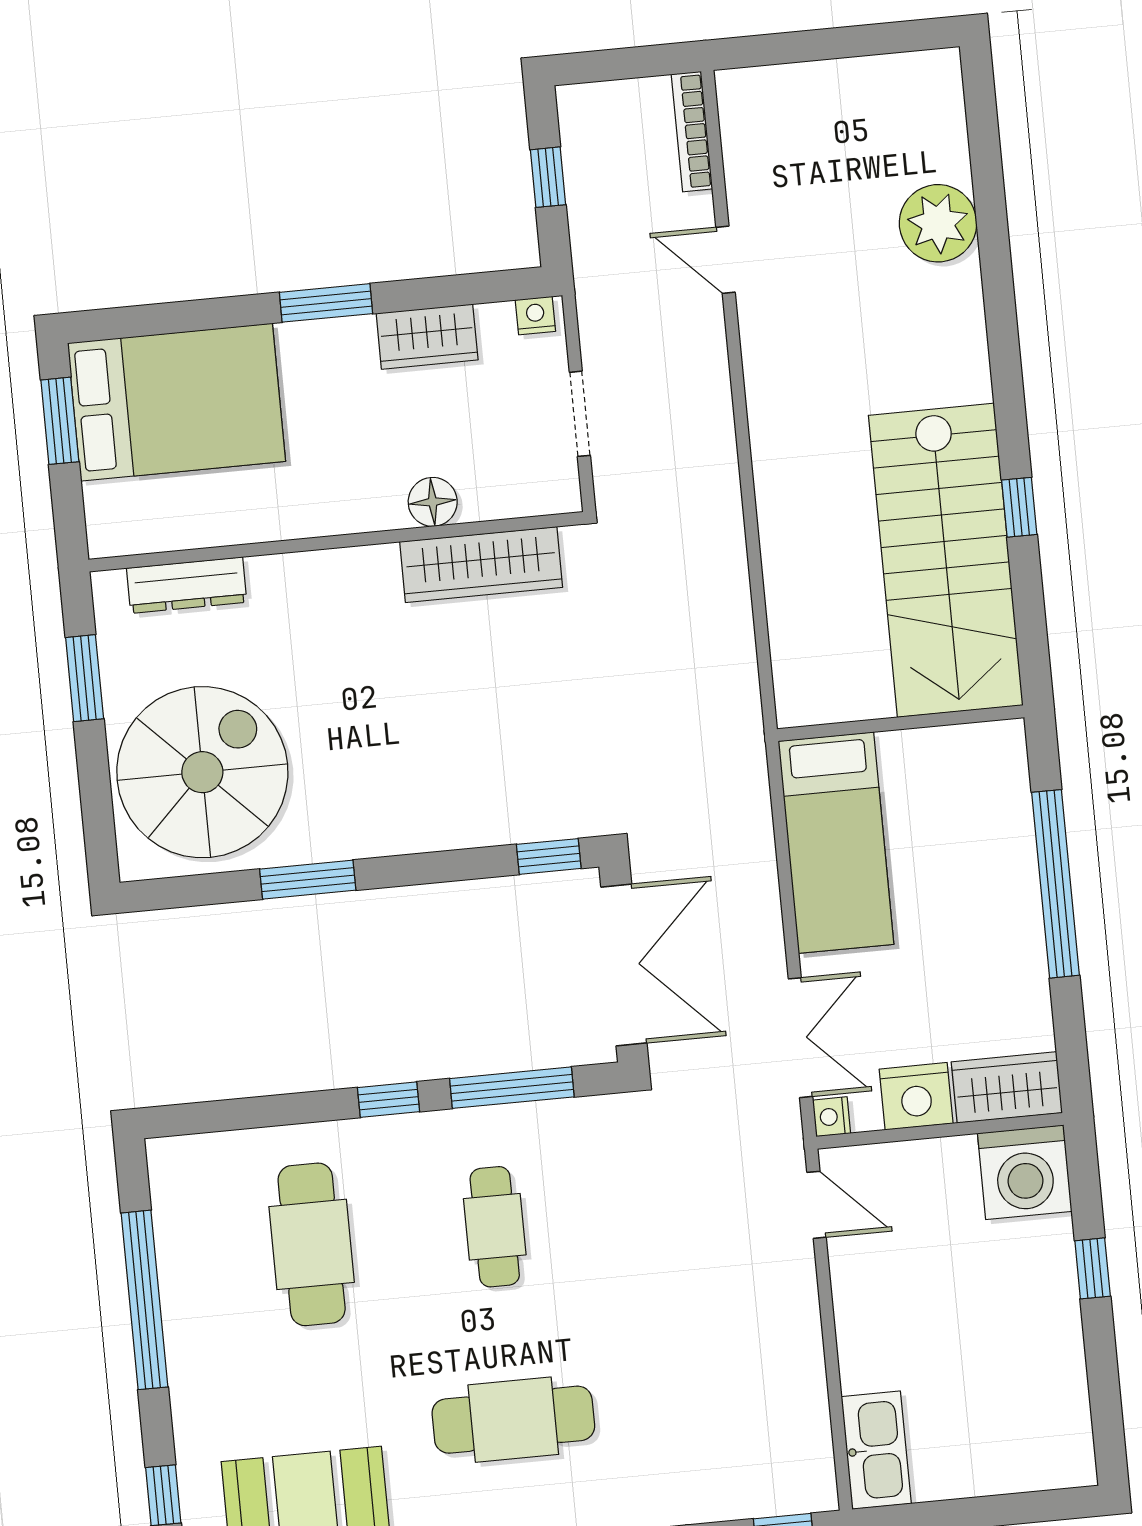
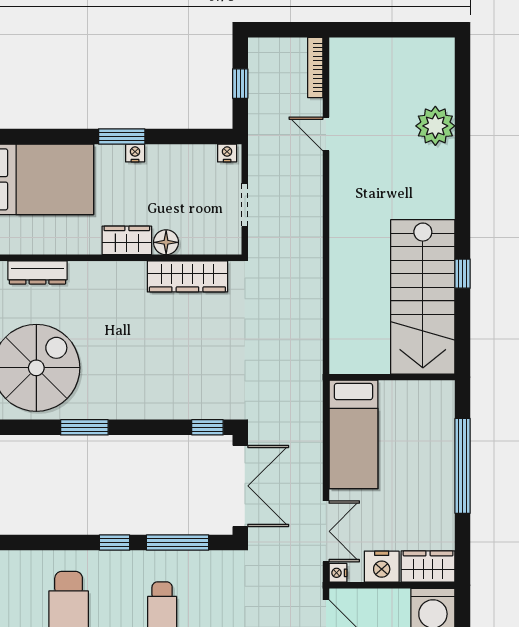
nightstand: (355, 333) -> (135, 153), added
wardrobe: (427, 337) -> (127, 240), moved, turned 180

